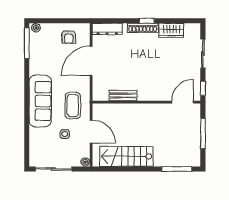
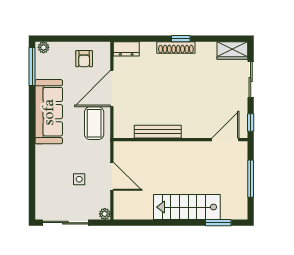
dresser: (107, 29) -> (126, 49), width x0.70
wardrobe: (171, 30) -> (232, 51), moved
bench: (123, 96) -> (158, 132), width x1.36
sofa: (40, 101) -> (49, 112), moved
coffee table: (73, 106) -> (94, 123), moved
stairs: (126, 156) -> (187, 207), moved
window: (177, 169) -> (218, 223), width x0.69

